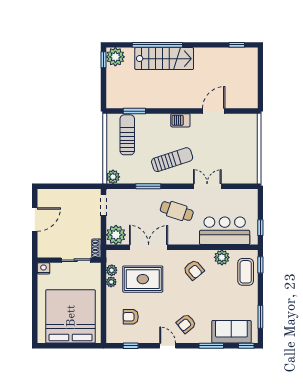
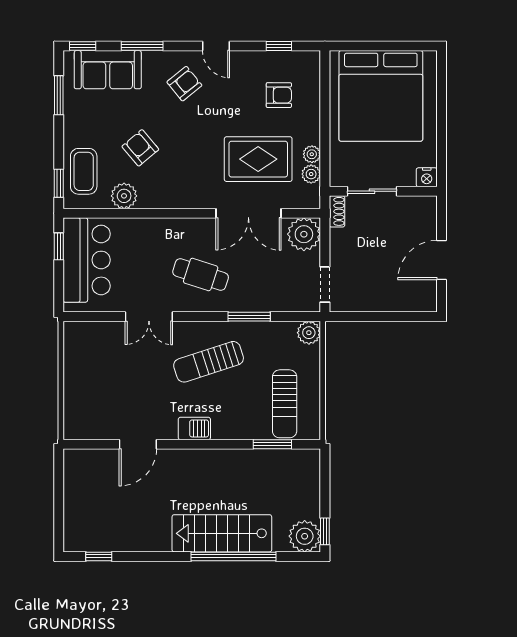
bar counter: (225, 231) -> (87, 260), moved, turned -90
armchair: (194, 270) -> (140, 148), moved

